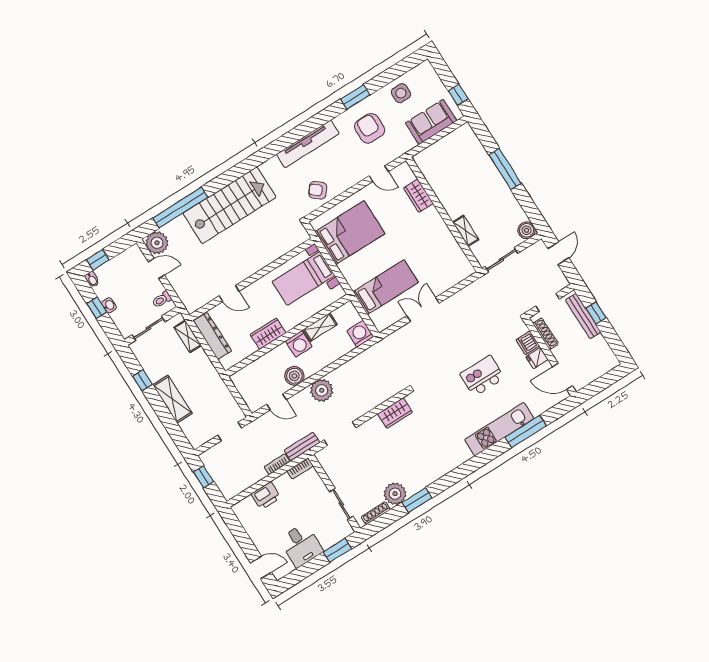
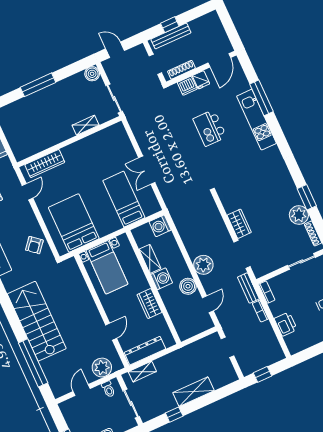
wardrobe: (418, 196) -> (45, 164), width x1.50
plant: (157, 243) -> (102, 368), moved
wardrobe: (395, 413) -> (239, 224), moved

